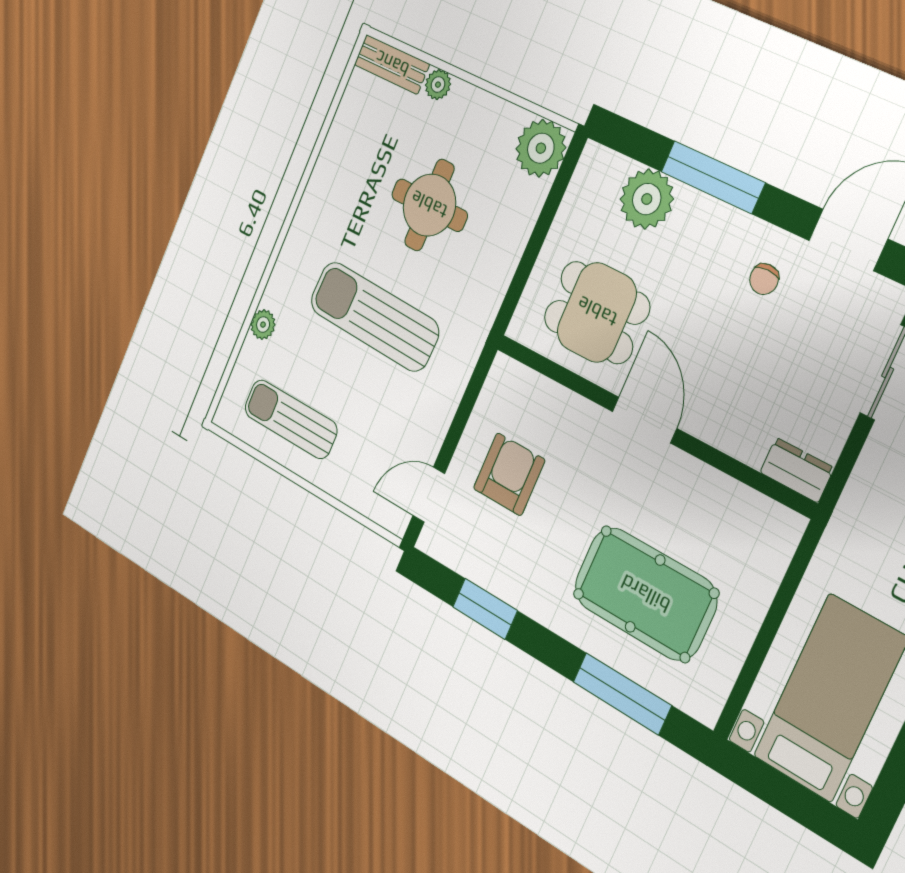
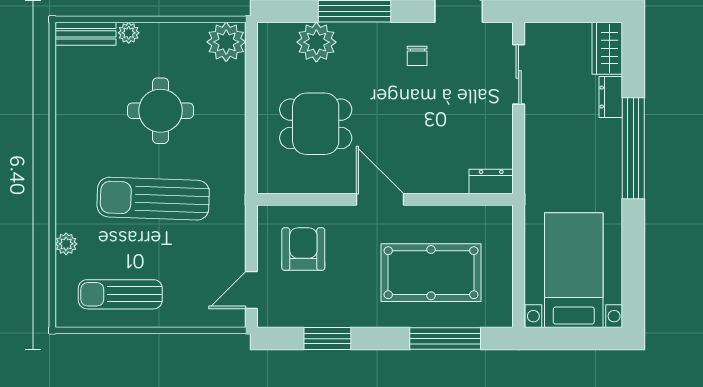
door: (644, 420) -> (380, 199), moved
wall: (651, 423) -> (385, 199), moved
dresser: (797, 470) -> (491, 182), moved

